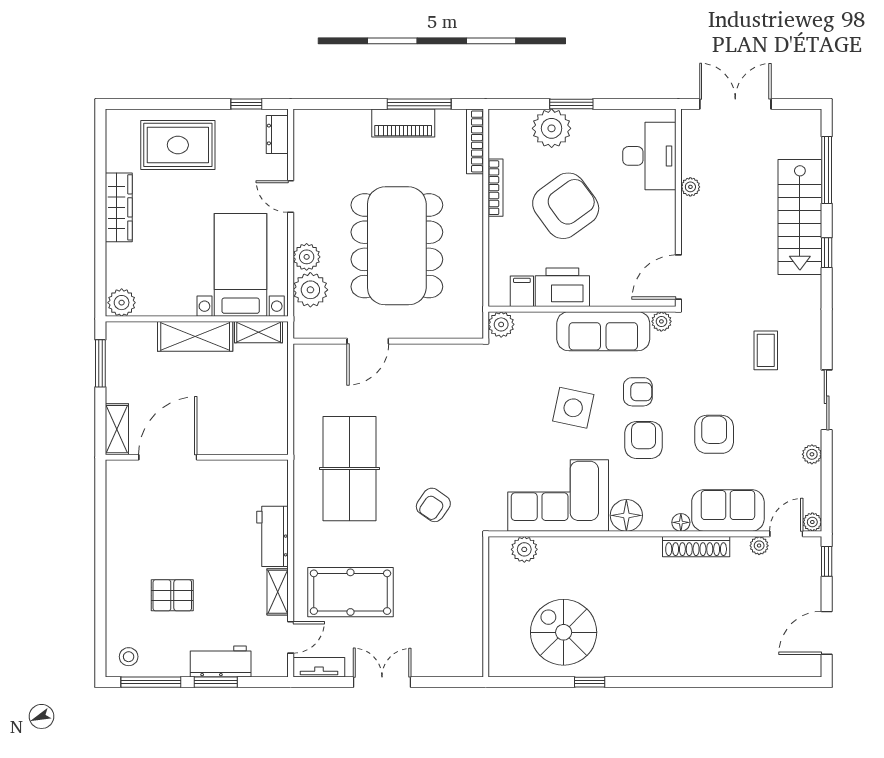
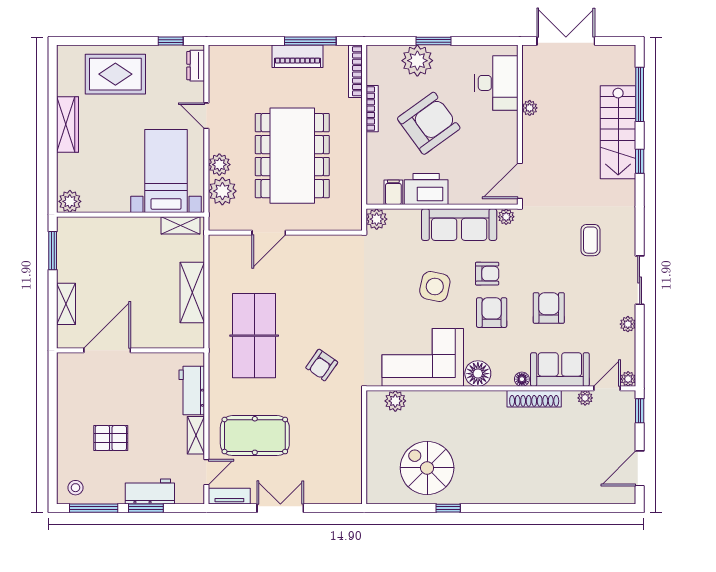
shelving: (195, 336) -> (192, 292), moved, turned 90
door: (168, 457) -> (107, 350), moved
wall: (197, 457) -> (131, 350), moved

